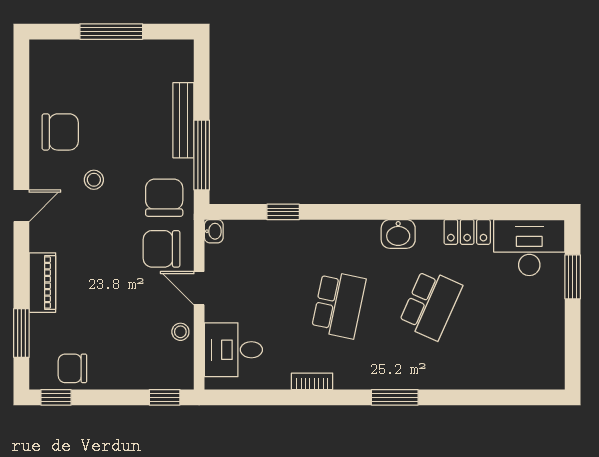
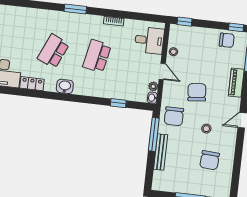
chair: (60, 132) -> (210, 160), moved, turned -86
chair: (161, 249) -> (197, 92), moved, turned -95
plant: (214, 255) -> (153, 86), added

